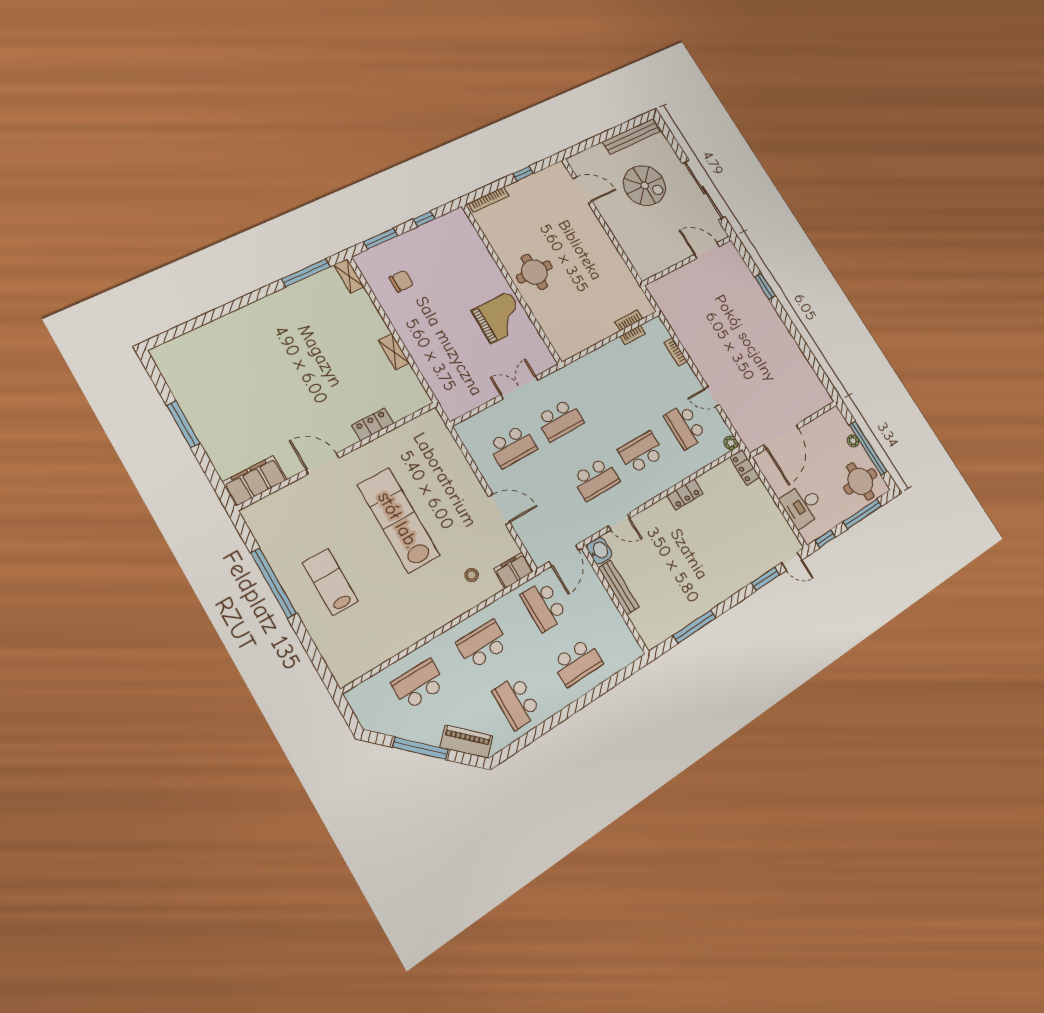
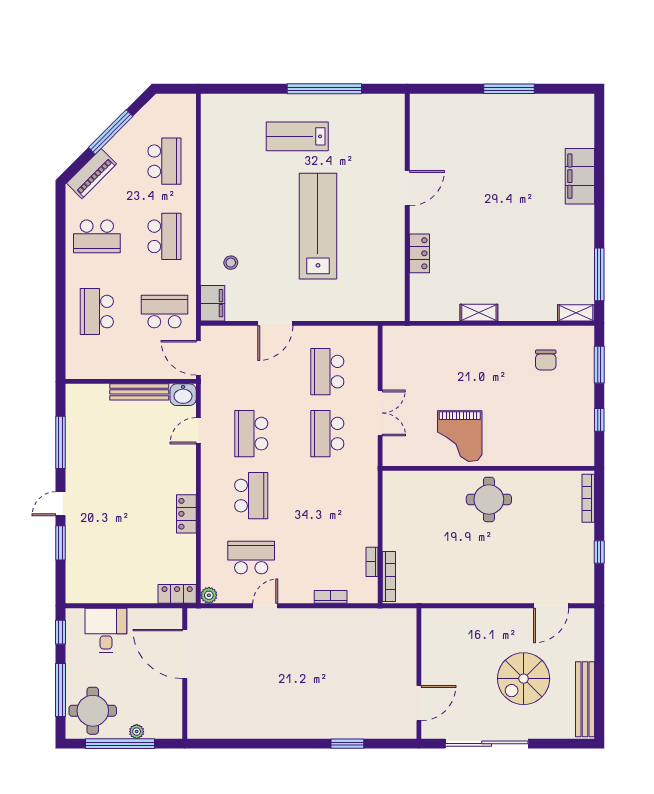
bookcase: (629, 320) -> (389, 576), width x1.56
filing cabinet: (255, 481) -> (580, 176), moved, turned 180
lab bench: (398, 520) -> (318, 226), turned -90
door: (792, 561) -> (60, 504), moved
lab bench: (330, 582) -> (297, 136), turned 180
school desk: (517, 702) -> (97, 236), turned 180

